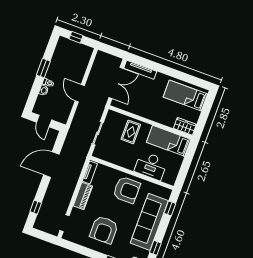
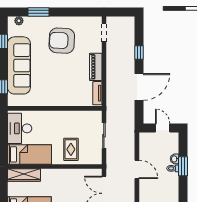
window: (43, 68) -> (183, 166), moved
wardrobe: (185, 126) -> (24, 175), width x1.50
desk: (151, 166) -> (20, 128), moved, turned -90
armchair: (127, 190) -> (54, 89), removed
window: (36, 207) -> (139, 53), moved
armchair: (104, 230) -> (62, 41), turned -87

